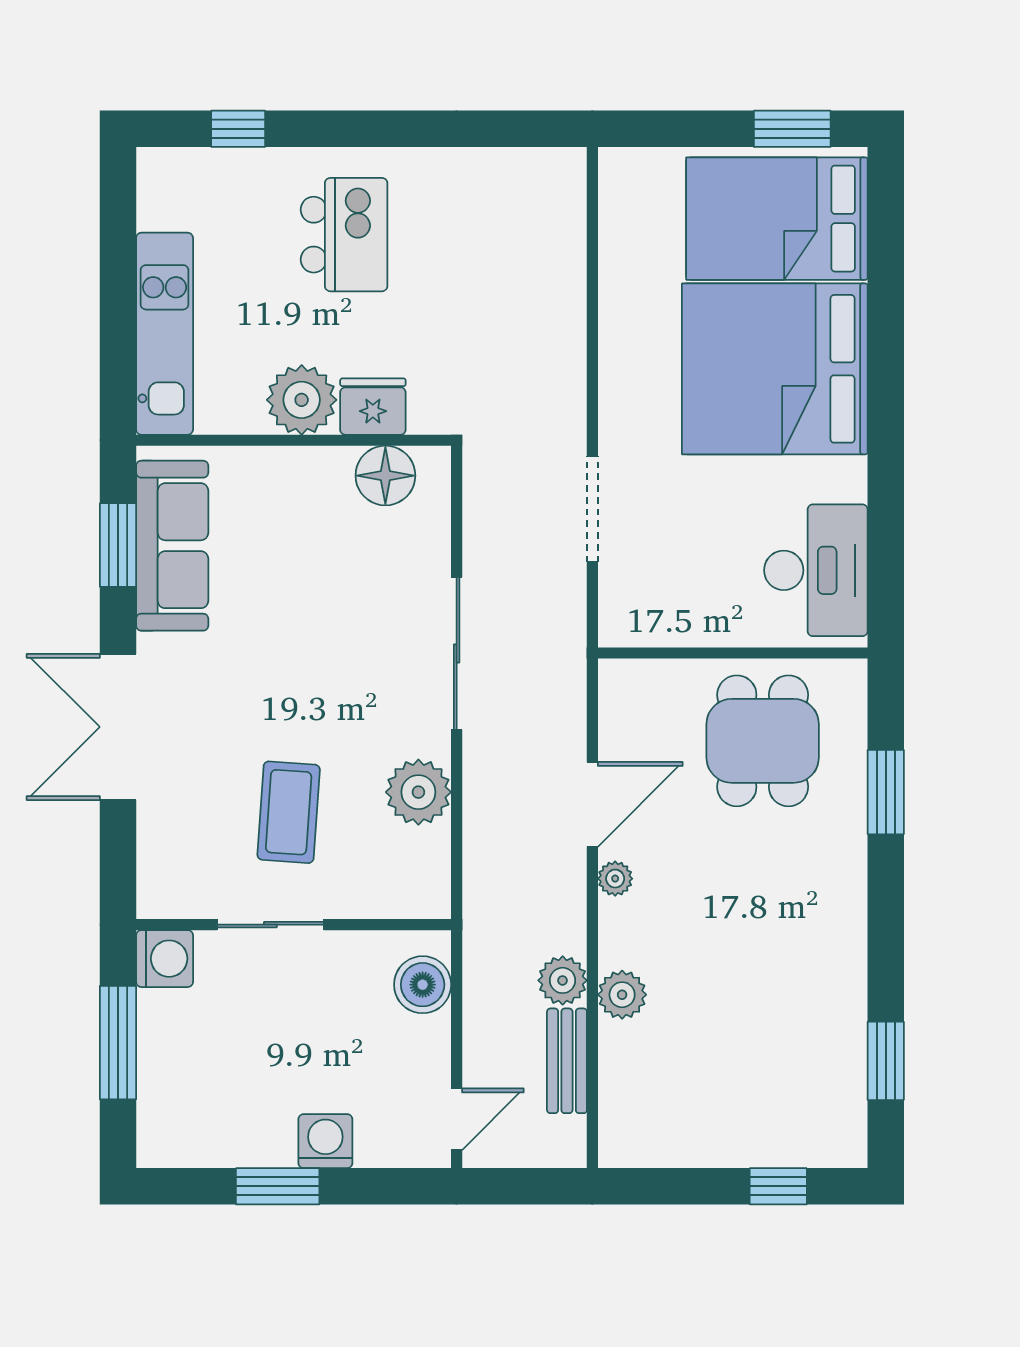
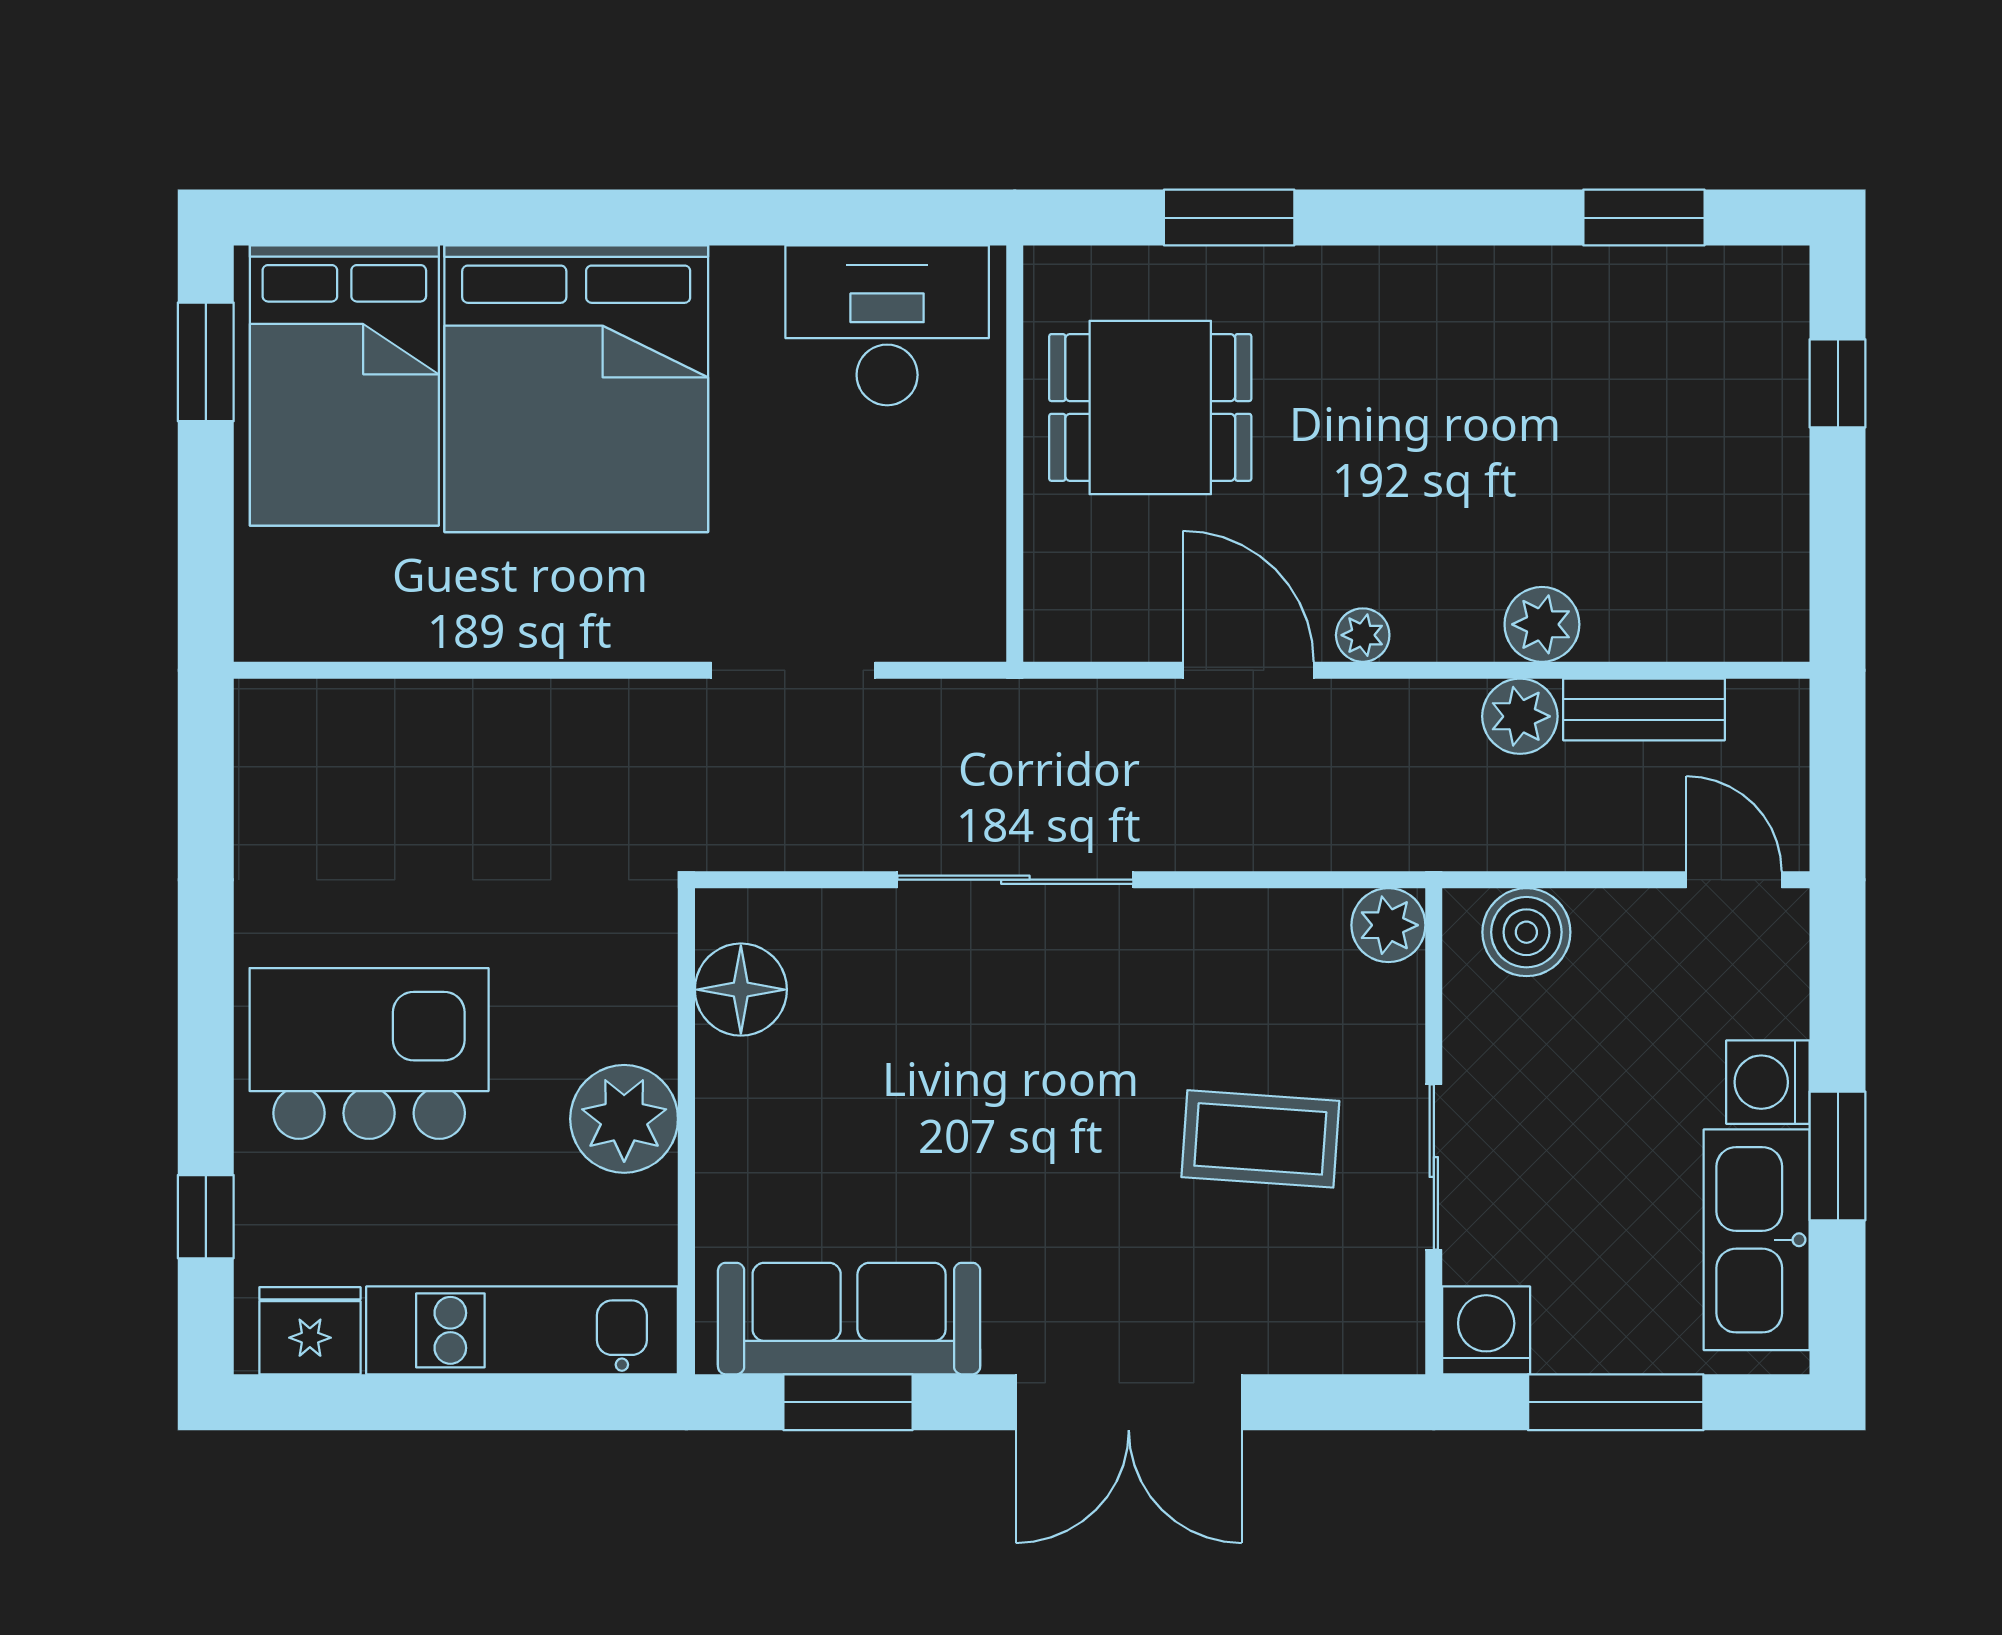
kitchen island: (344, 235) -> (369, 1053), width x1.37, depth x1.28
fridge: (373, 407) -> (310, 1331), moved, turned 90
plant: (418, 792) -> (1388, 925), moved, width x0.73, depth x0.73
kitchen sink: (223, 1134) -> (1757, 1240), added

